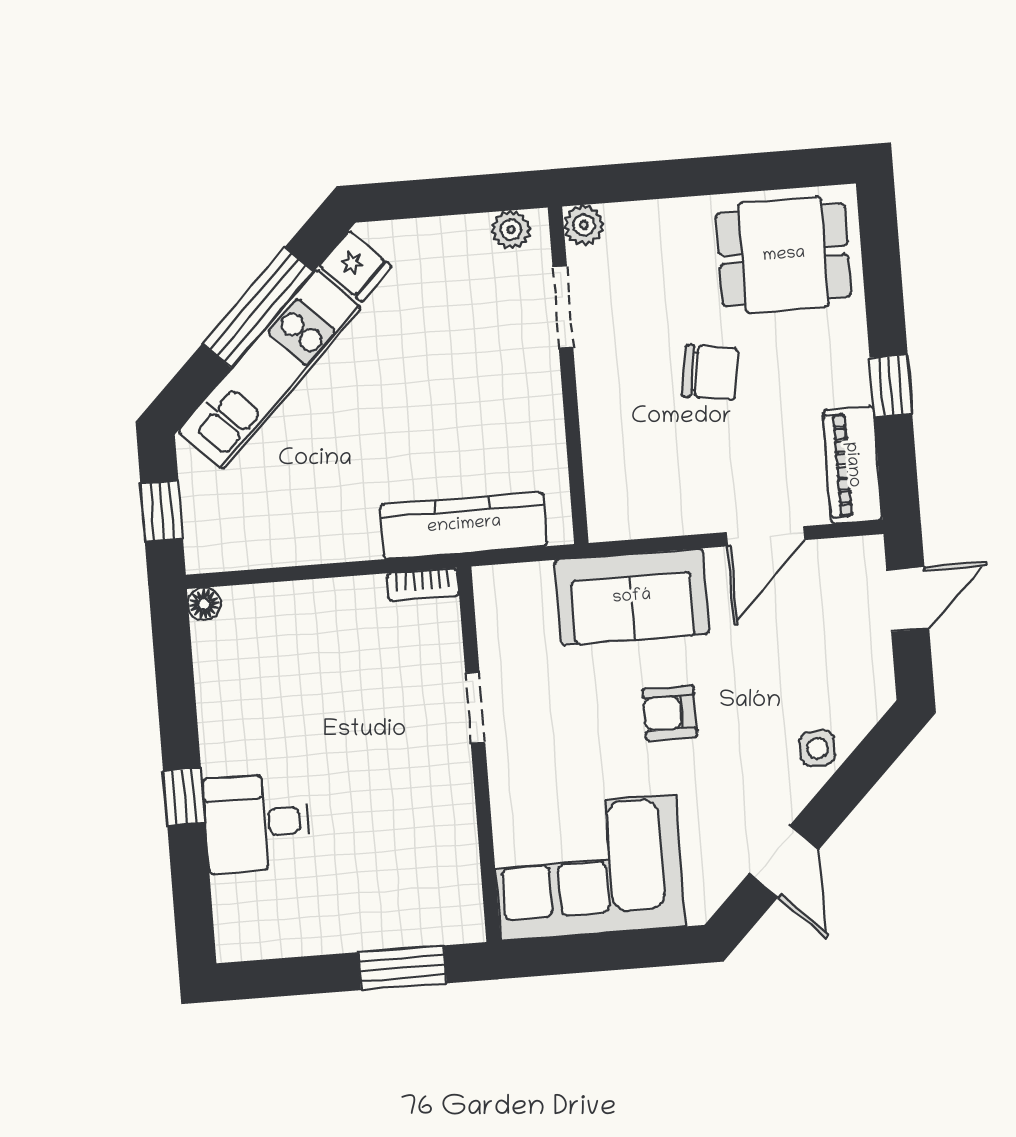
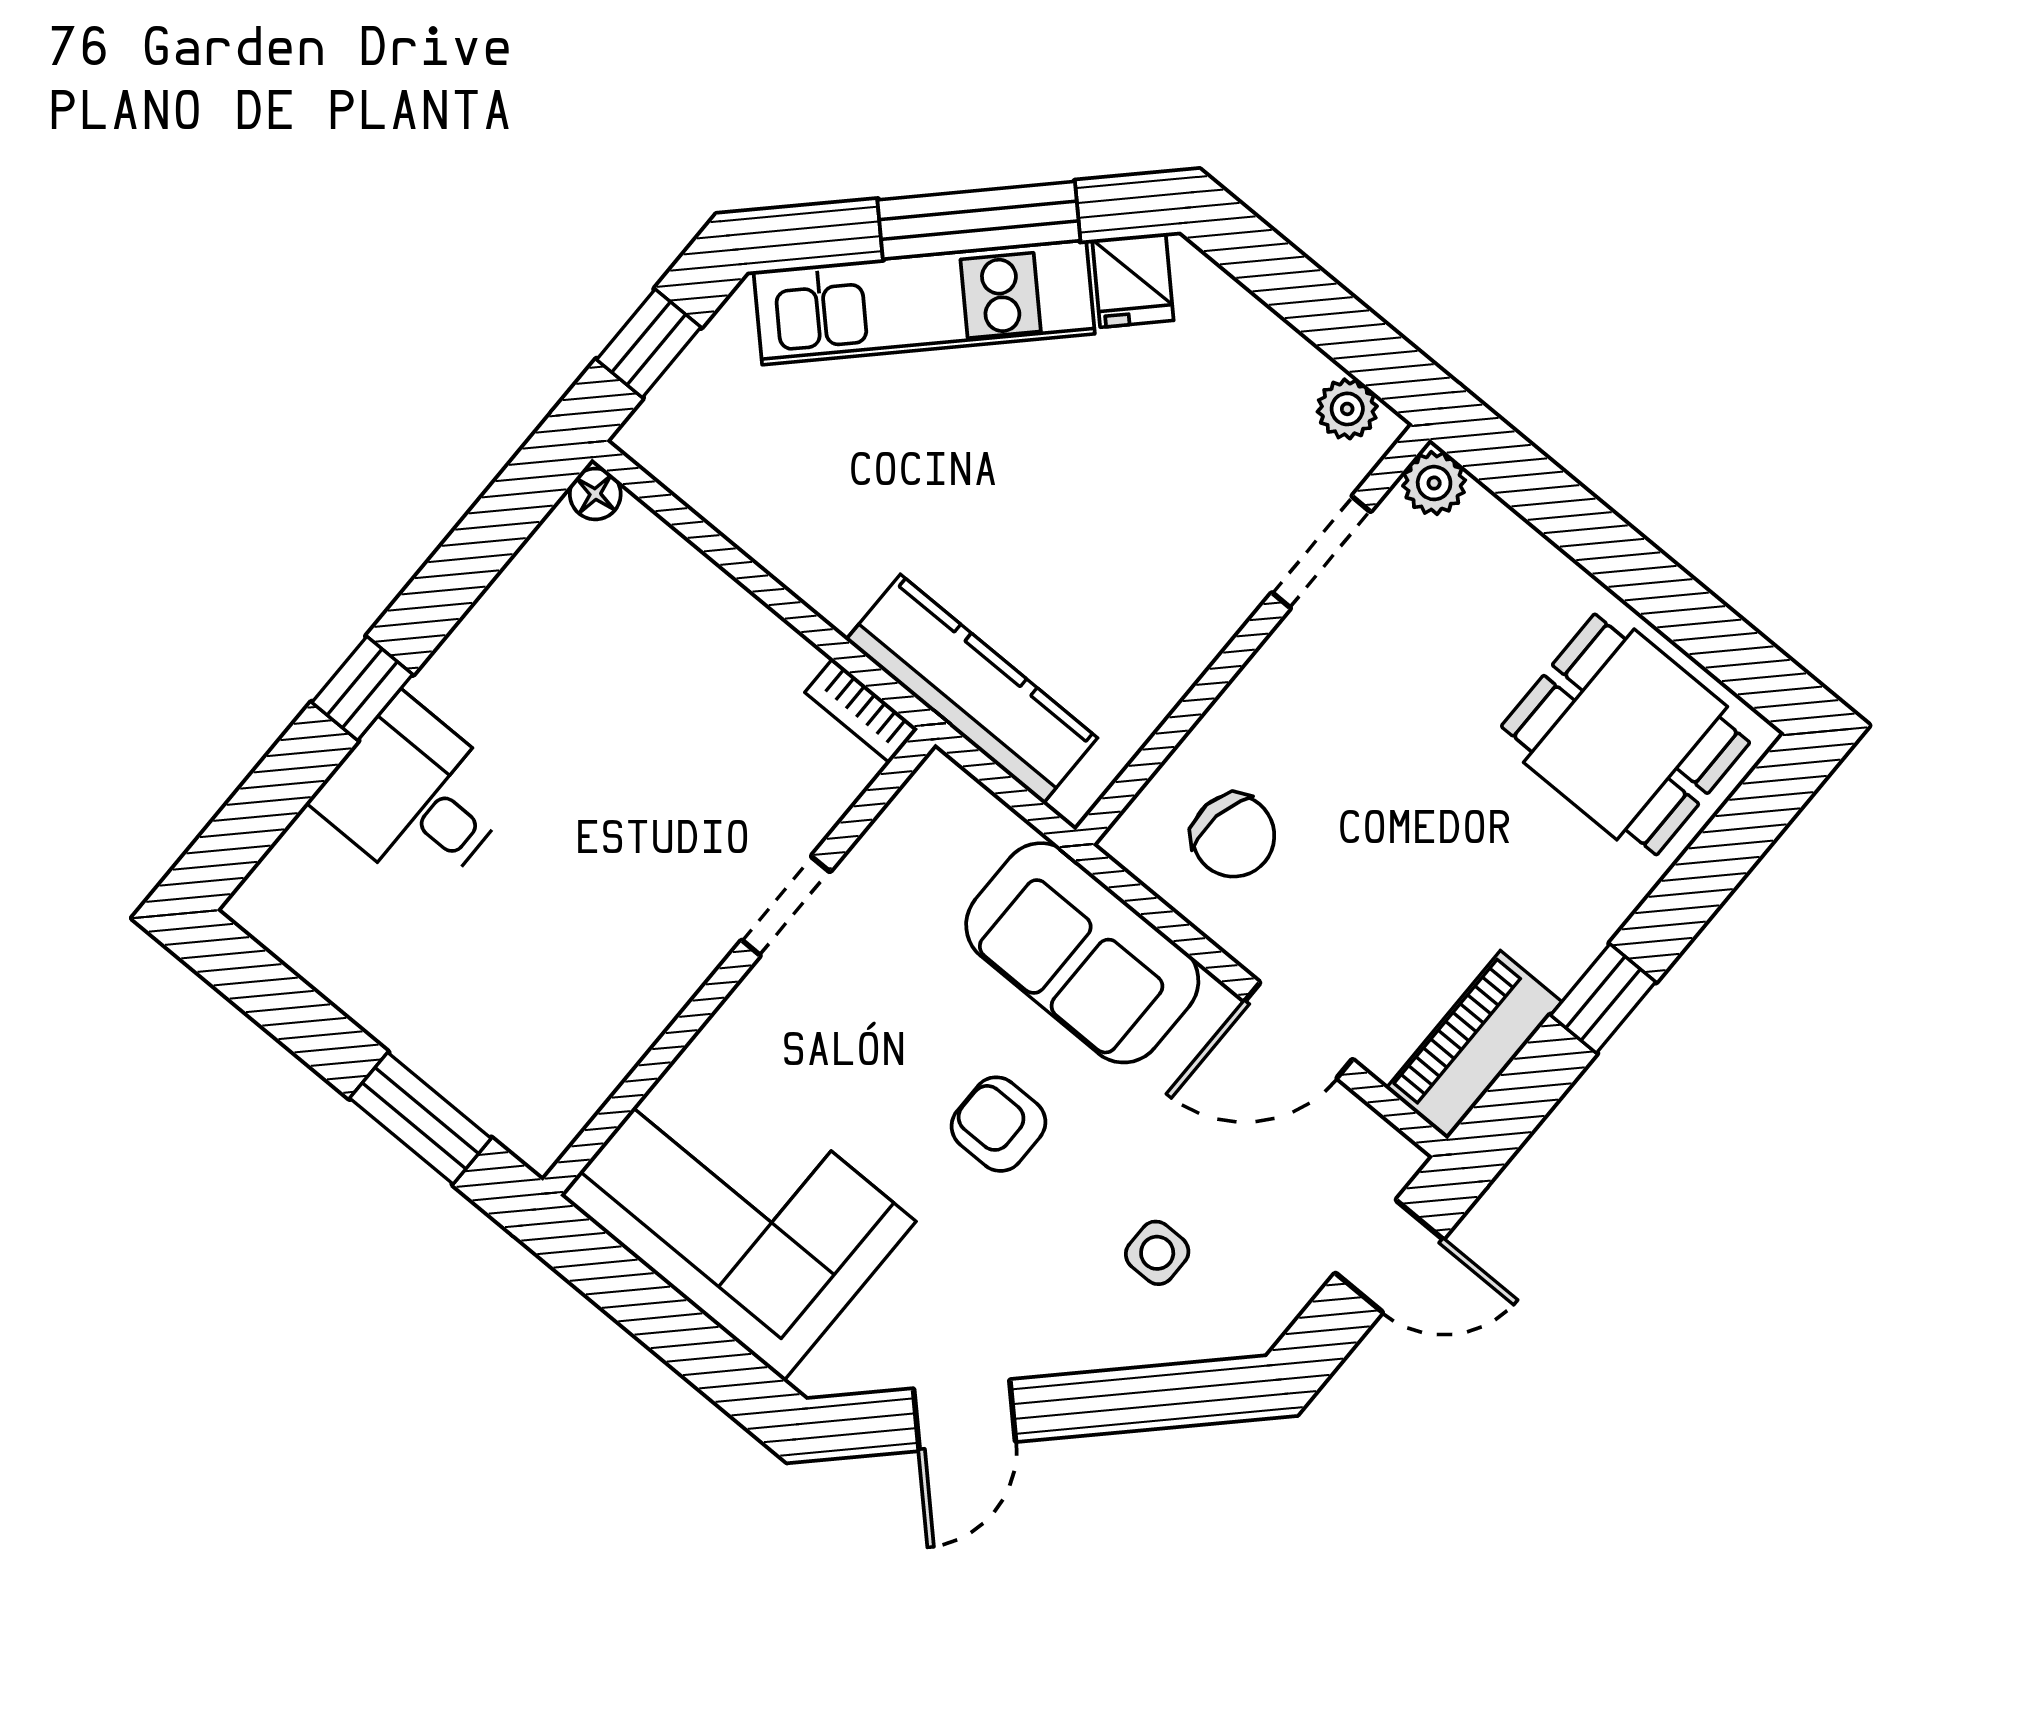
chair: (710, 372) -> (1233, 836), moved
side table: (818, 748) -> (1157, 1253), moved

